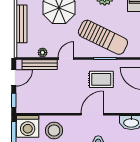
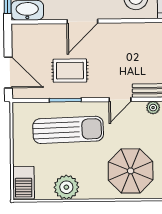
sun lounger: (103, 37) -> (68, 130), turned 152

